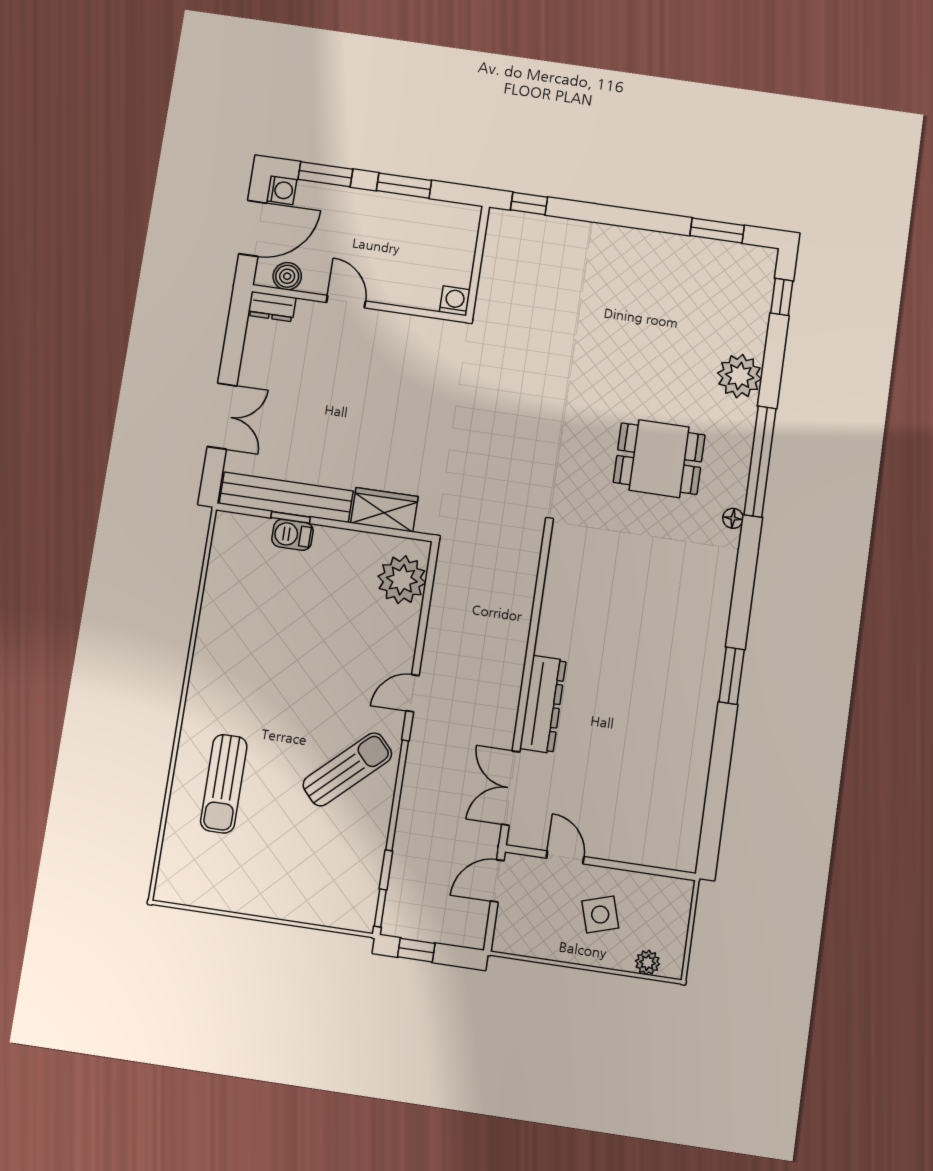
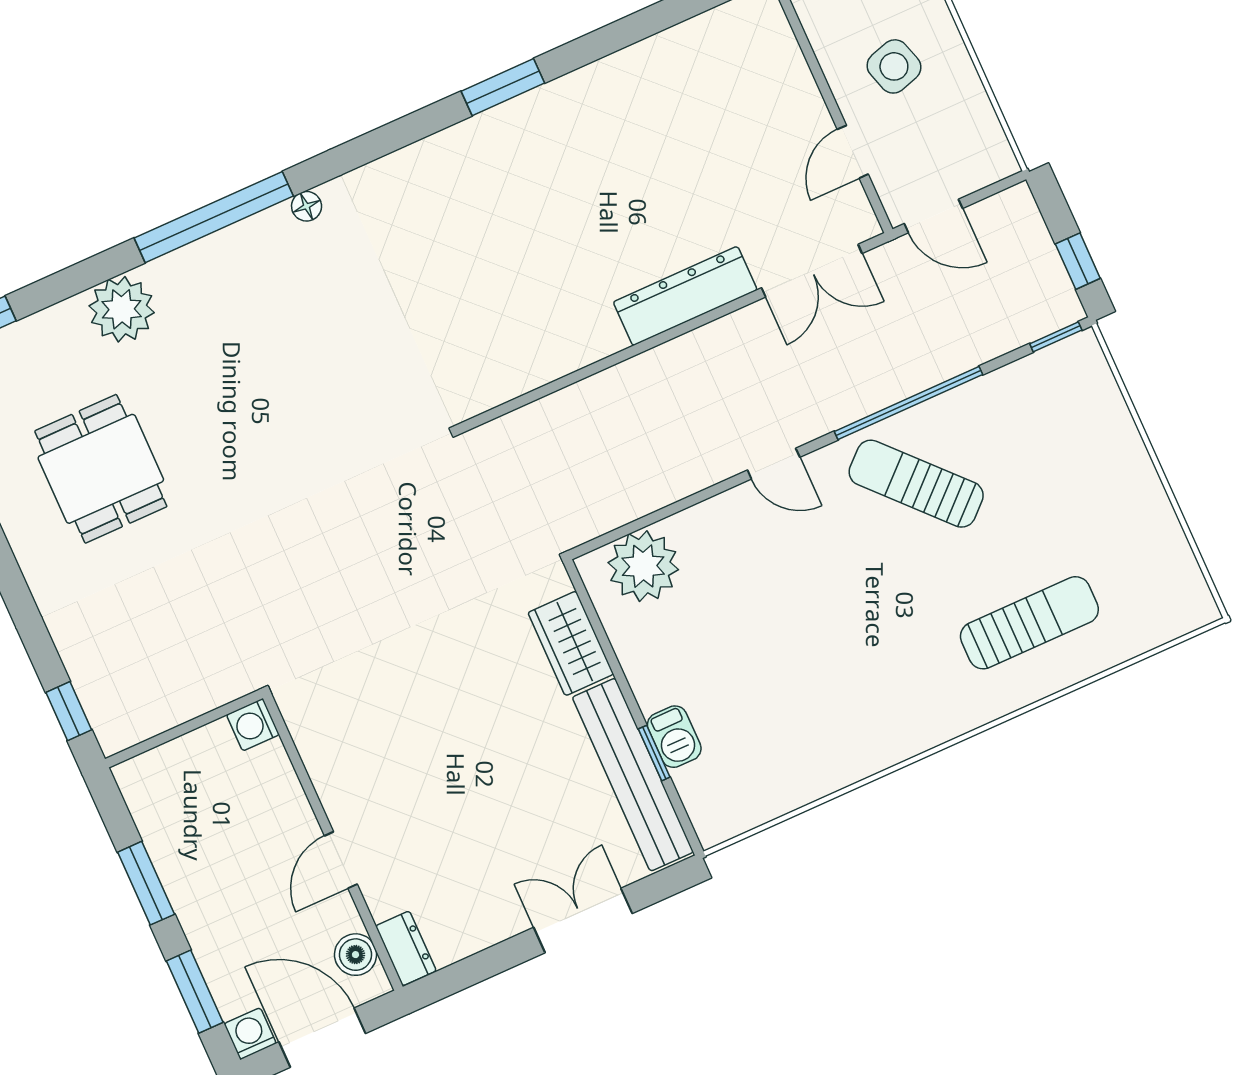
dining table: (659, 459) -> (101, 469), moved

